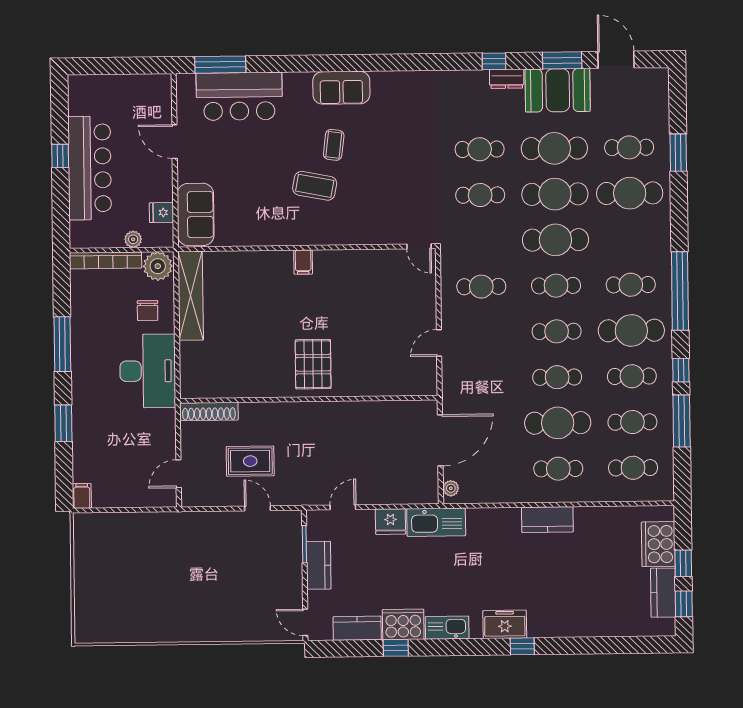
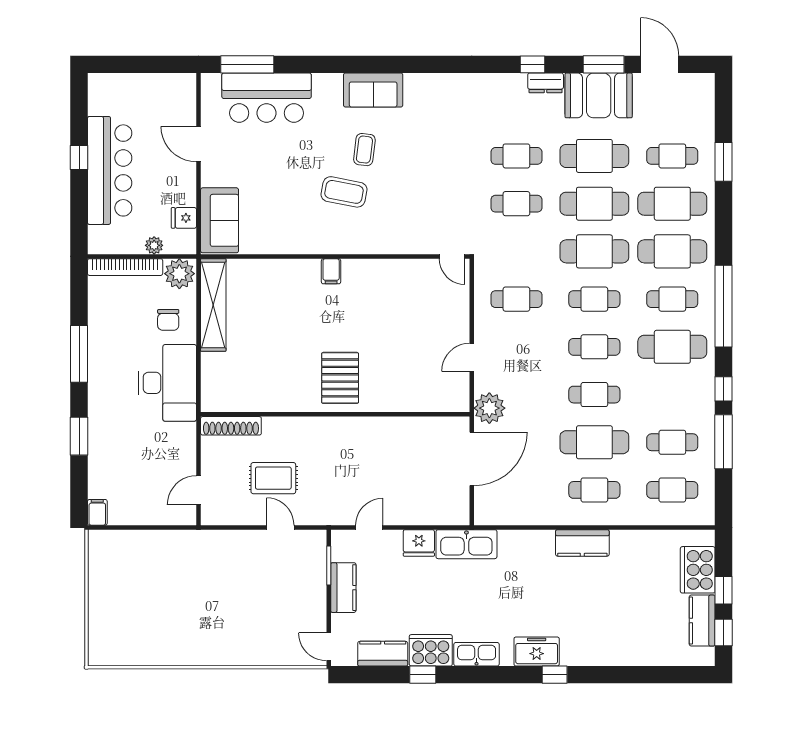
cafe table: (632, 376) -> (672, 251), moved, width x1.37, depth x1.35
plant: (451, 488) -> (489, 408), moved, width x1.87, depth x1.87

